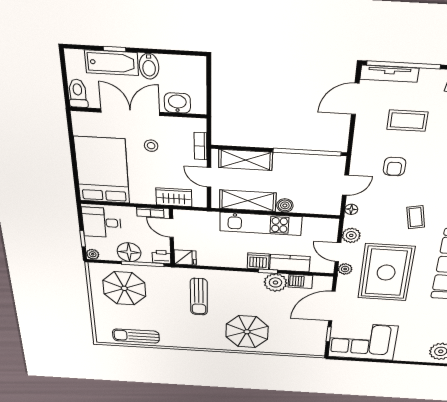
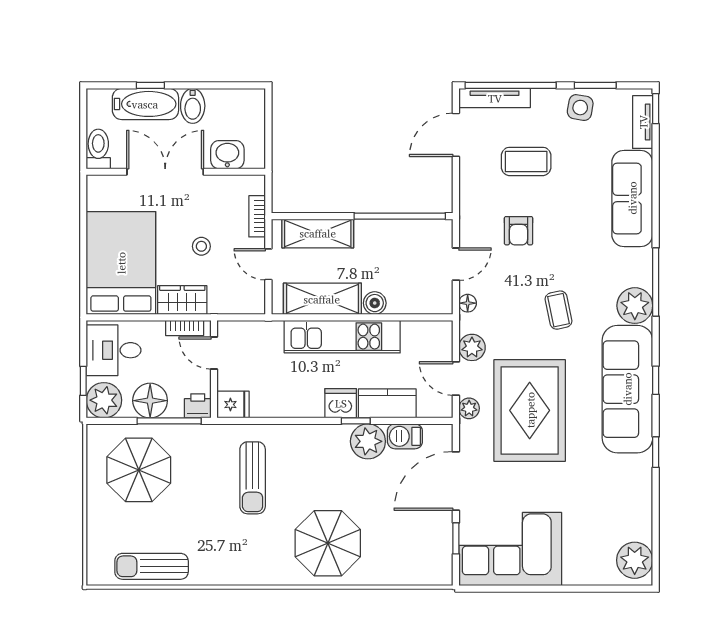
stool: (151, 146) -> (201, 246), moved
wardrobe: (174, 197) -> (182, 300), moved
plant: (93, 254) -> (104, 400), width x1.88, depth x1.88

